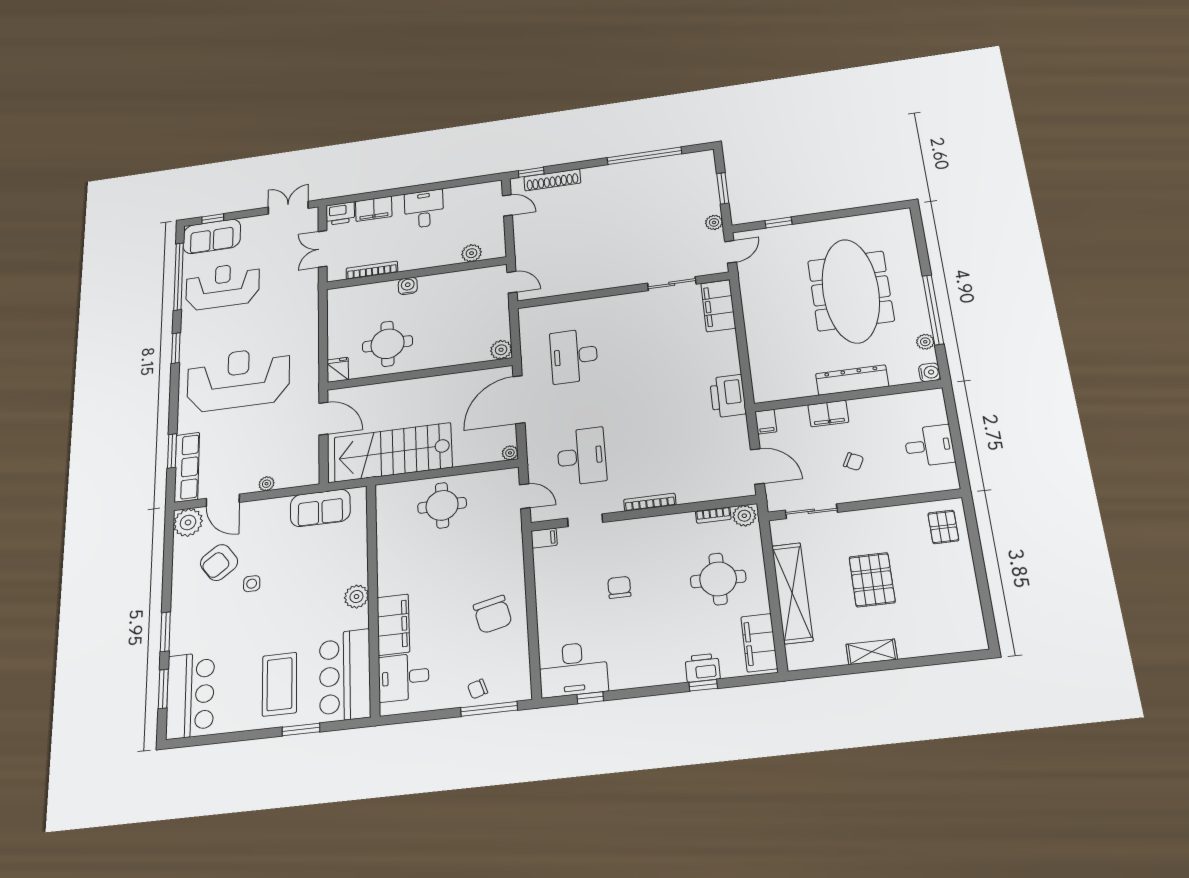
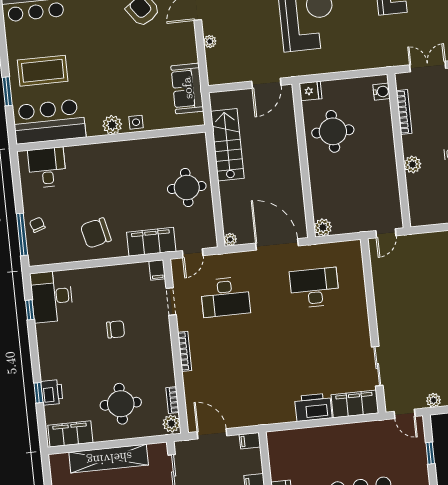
plant: (472, 253) -> (412, 164), moved
water cooler: (408, 286) -> (382, 92), moved
printer: (728, 396) -> (313, 407), moved
stairs: (393, 452) -> (227, 145), width x0.73, depth x0.66
door: (757, 466) -> (212, 434), swing flipped
side table: (252, 584) -> (136, 122), moved
filing cabinet: (393, 625) -> (151, 242), moved, turned 180

